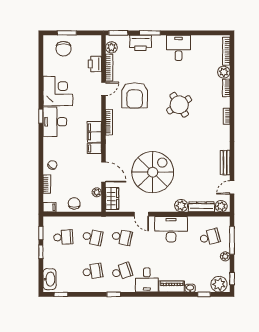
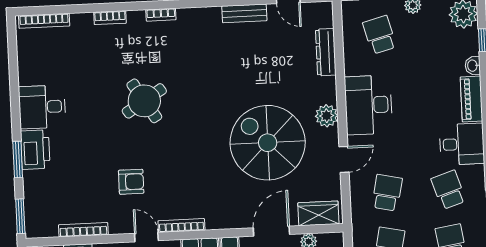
printer: (141, 43) -> (35, 150), moved
plant: (111, 47) -> (47, 227), removed
plant: (224, 72) -> (82, 23), removed
door: (103, 89) -> (146, 237), moved
armchair: (135, 95) -> (131, 182), width x0.53, depth x0.53
plant: (181, 206) -> (327, 116), moved
plant: (221, 206) -> (323, 17), removed

